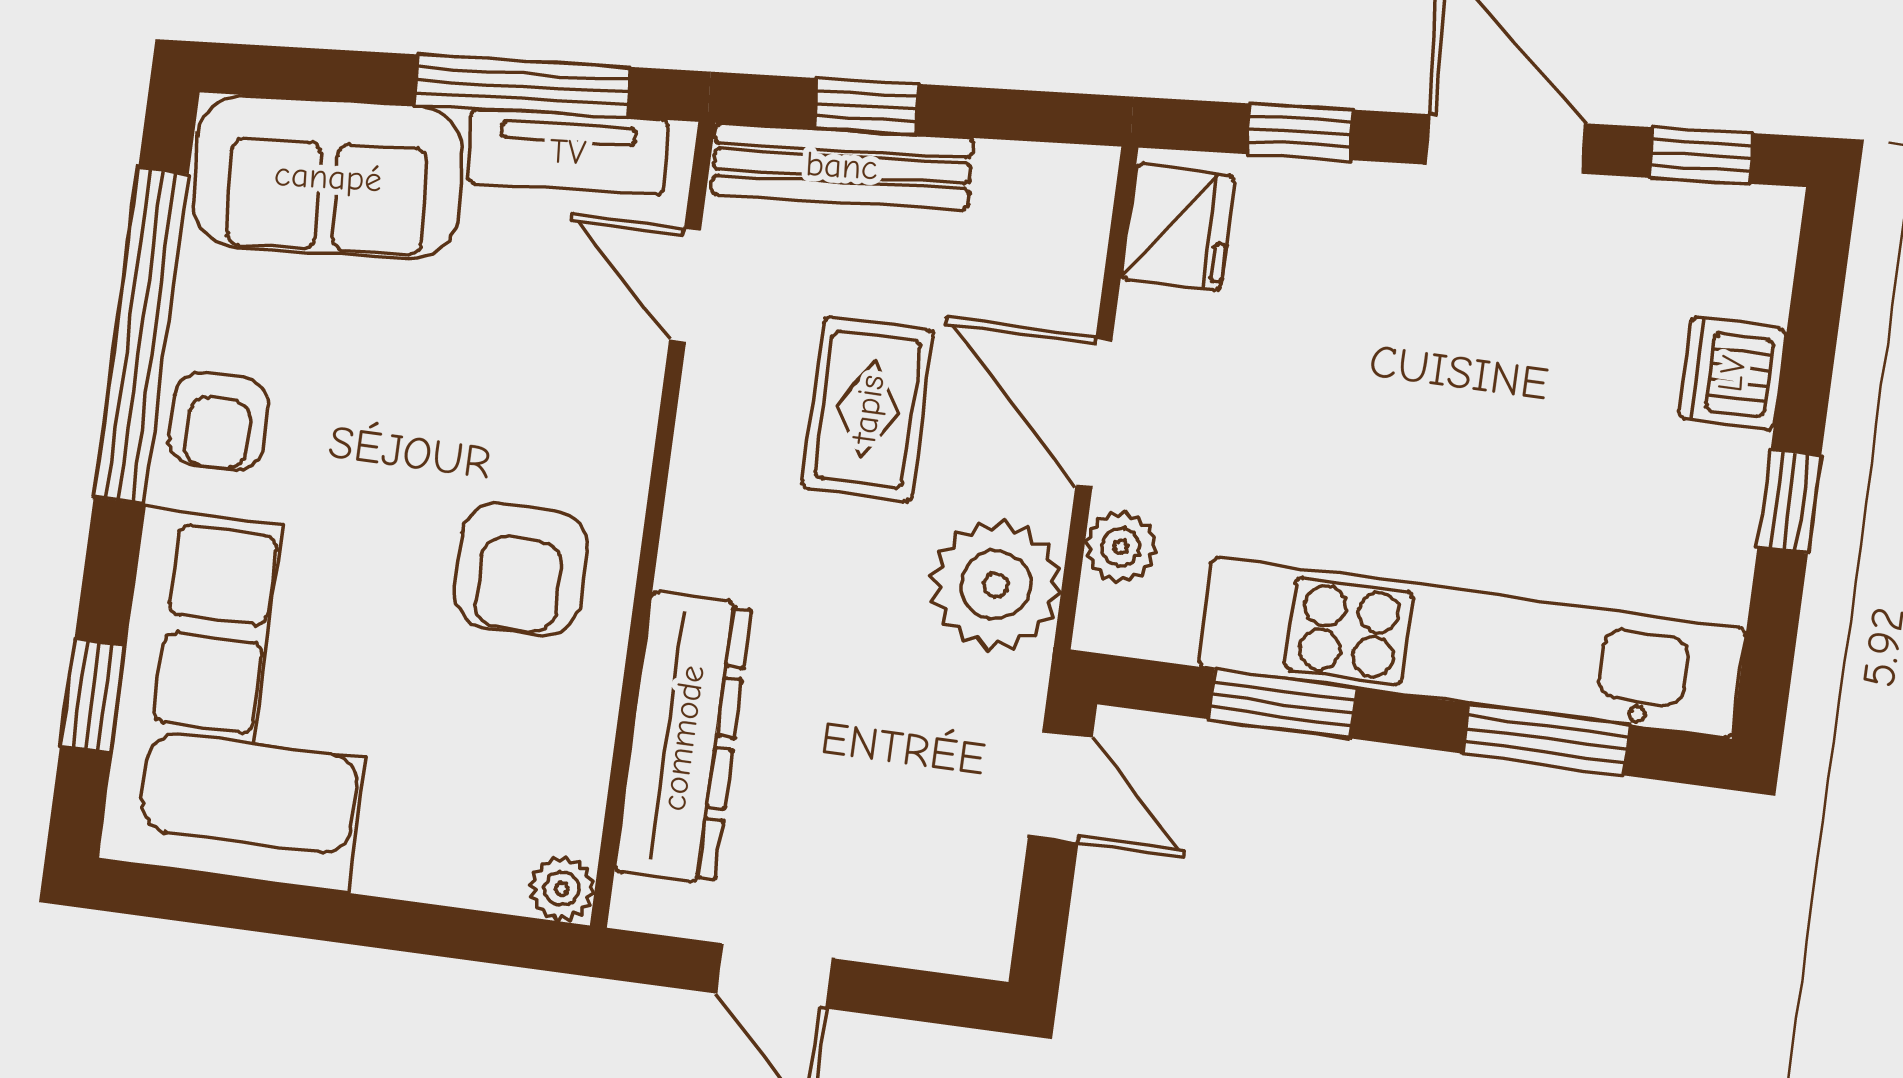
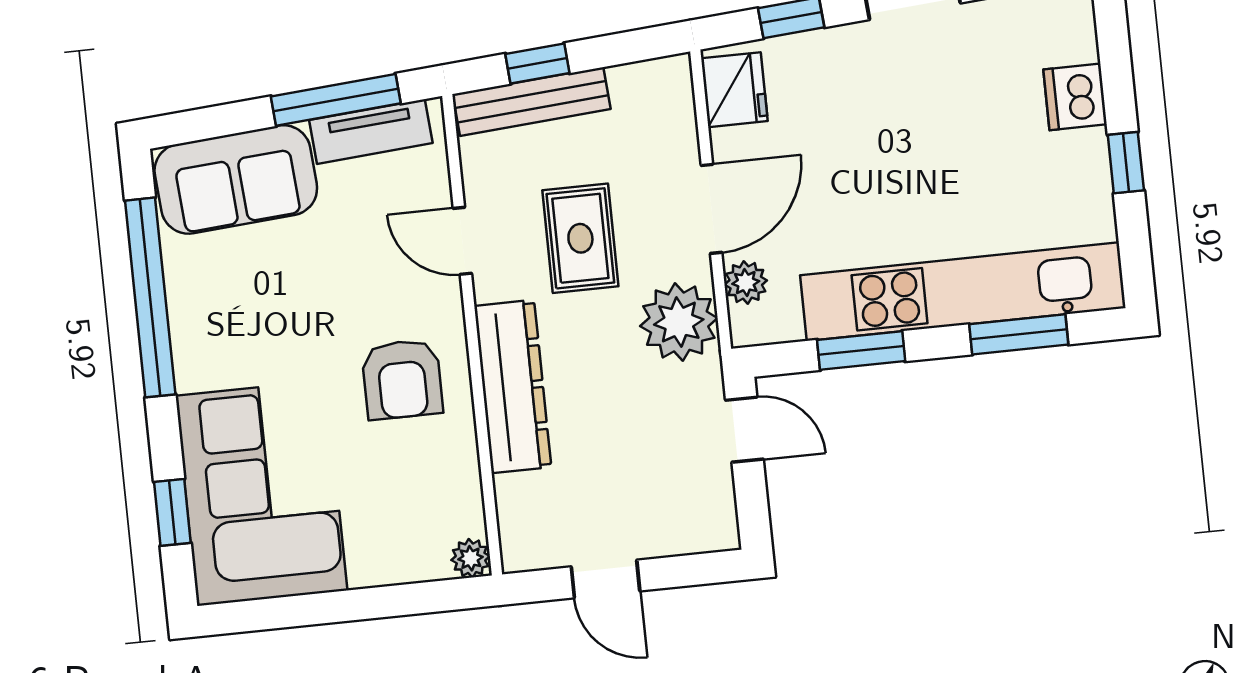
door: (685, 285) -> (462, 241), moved
door: (1094, 413) -> (712, 209), swing flipped
armchair: (219, 421) -> (207, 336), removed
dresser: (683, 738) -> (513, 387), moved

